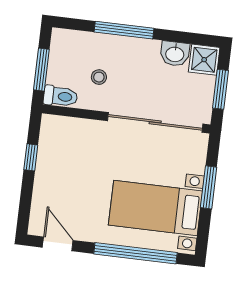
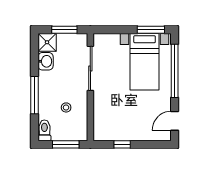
toilet: (60, 96) -> (44, 130), moved
sliding door: (155, 122) -> (90, 68), width x0.73
window: (209, 187) -> (151, 30), moved

